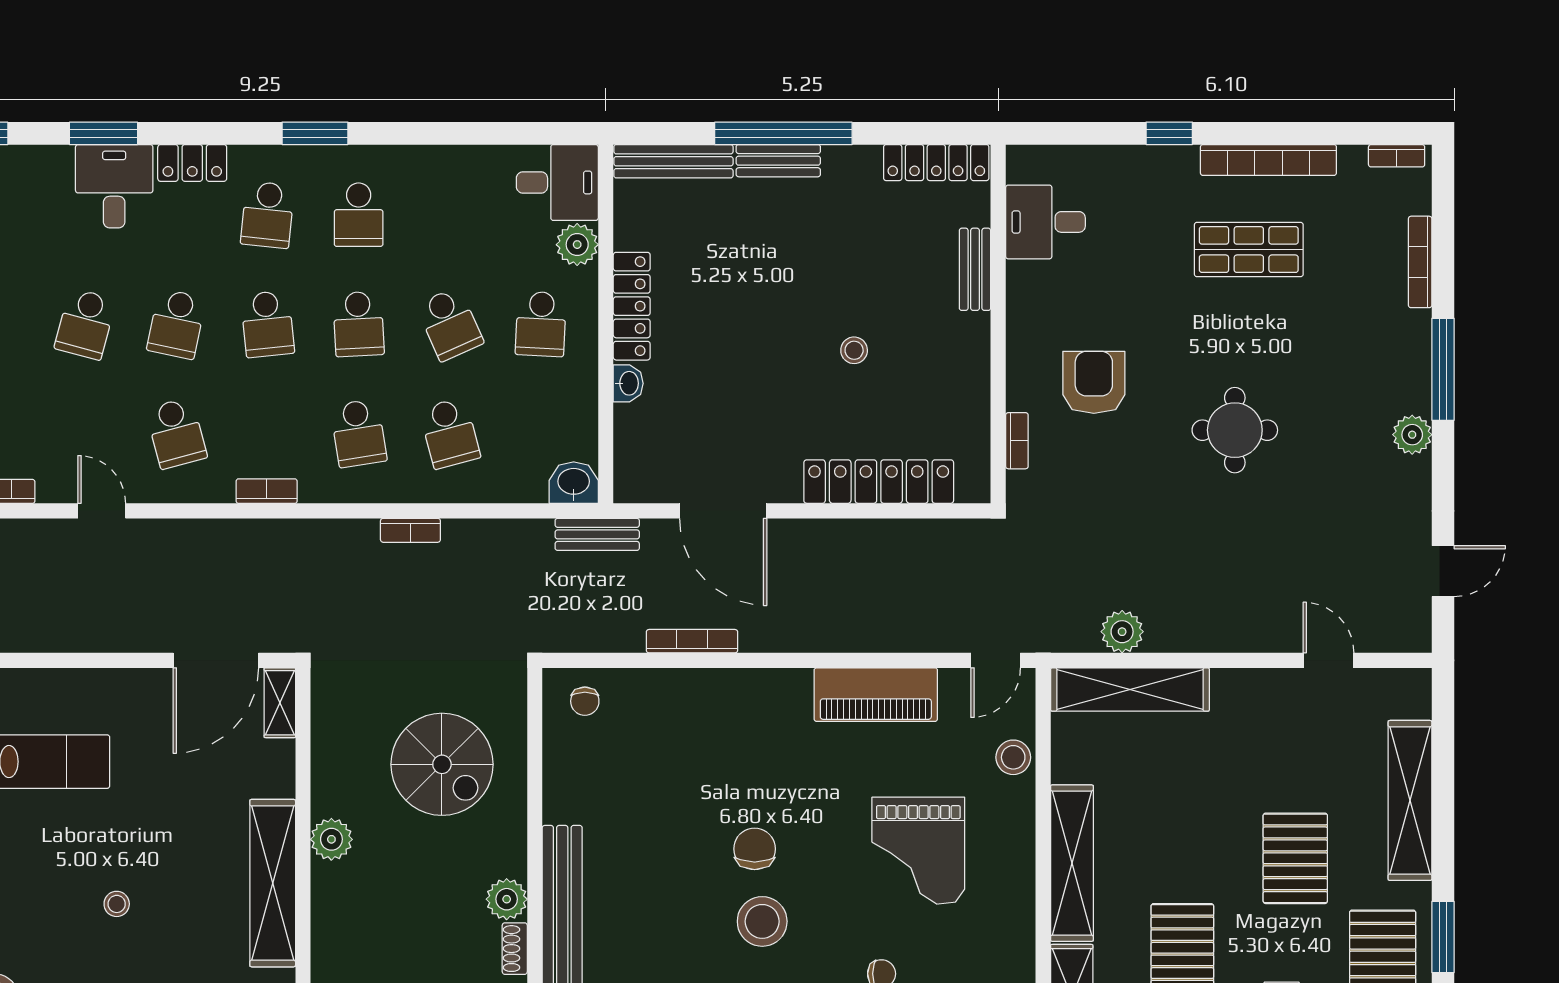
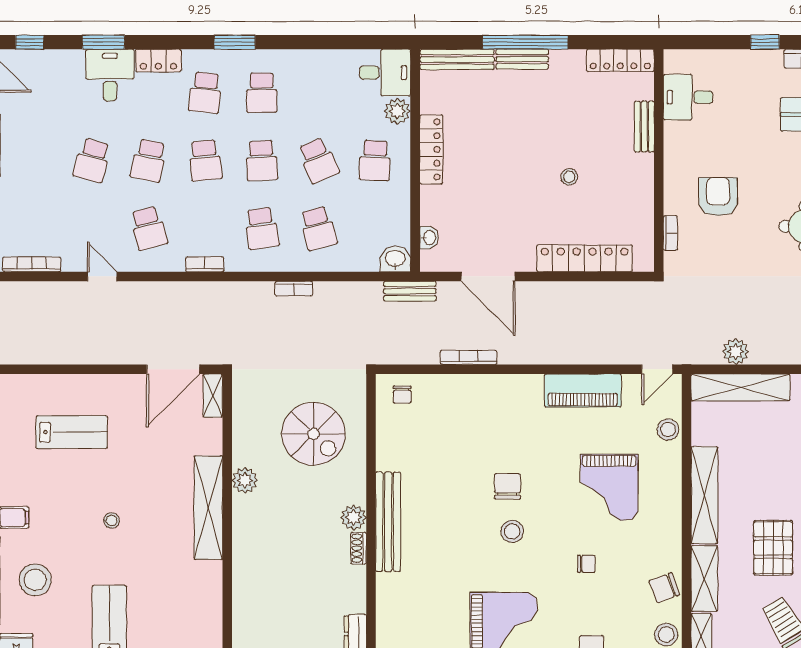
washbasin: (628, 383) -> (429, 238), moved
stool: (762, 921) -> (512, 531), width x0.73, depth x0.73

